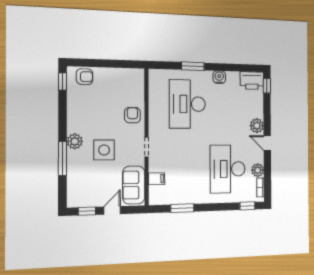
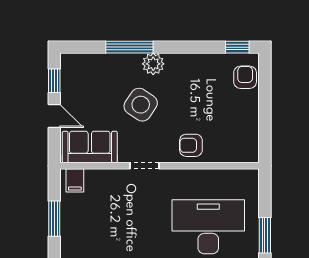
armchair: (84, 77) -> (245, 77), turned 180
armchair: (132, 115) -> (191, 145), turned 180
side table: (104, 150) -> (141, 105), turned 34
filing cabinet: (157, 179) -> (75, 180), moved

